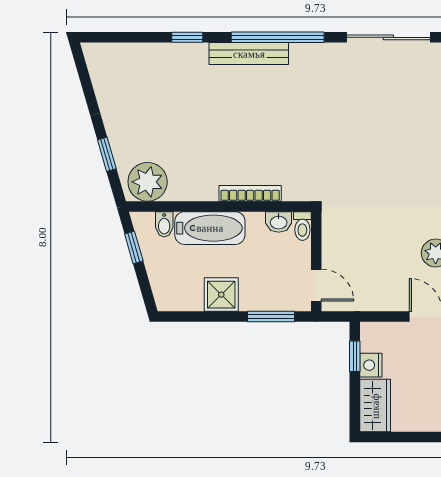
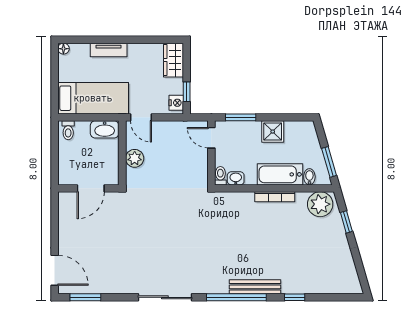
bookcase: (250, 193) -> (275, 197), moved
window: (134, 247) -> (329, 162), width x1.50
nightstand: (371, 365) -> (176, 103), moved

